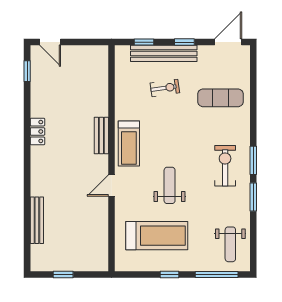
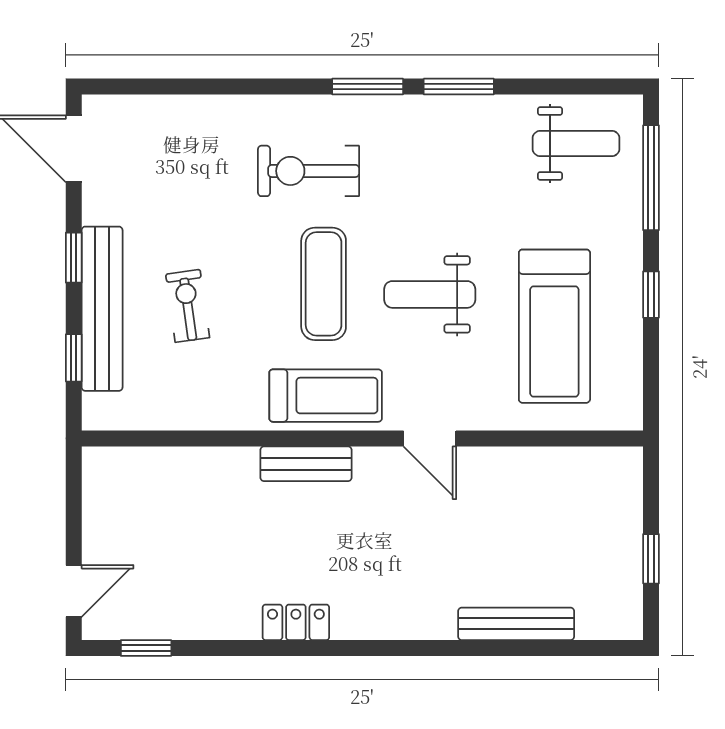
exercise mat: (221, 98) -> (324, 284), moved
exercise bike: (225, 166) -> (309, 171), moved
treadmill: (157, 236) -> (554, 326), turned 180

